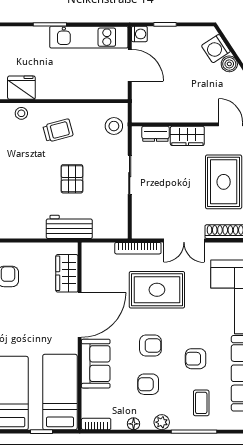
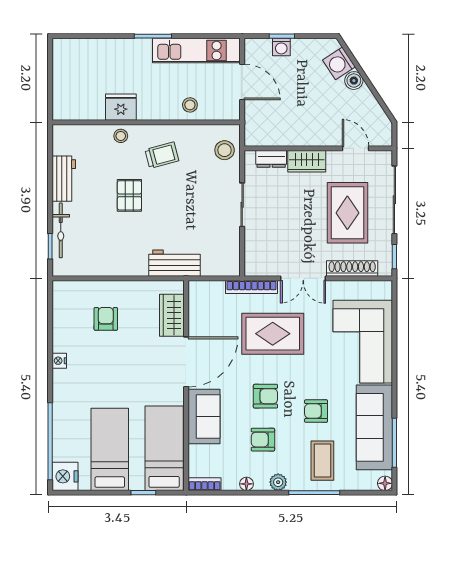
washing machine: (139, 34) -> (281, 47), moved, turned 90
stool: (83, 86) -> (190, 105), added
pallet: (72, 179) -> (129, 195), moved
coffee table: (201, 403) -> (322, 461), width x1.36, depth x1.30

